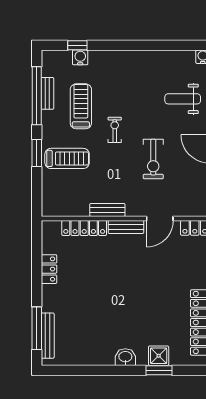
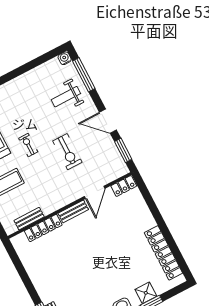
bench: (107, 210) -> (29, 219), moved
locker: (49, 269) -> (33, 271), removed

